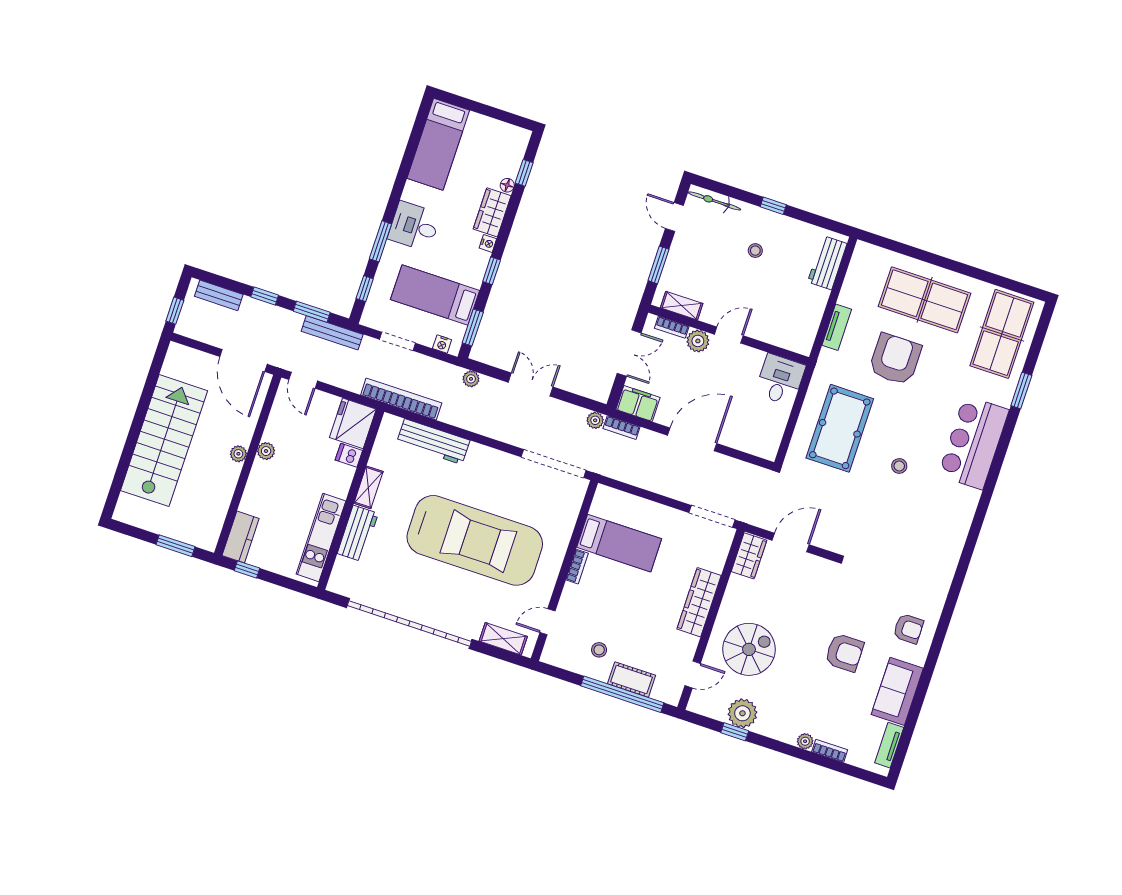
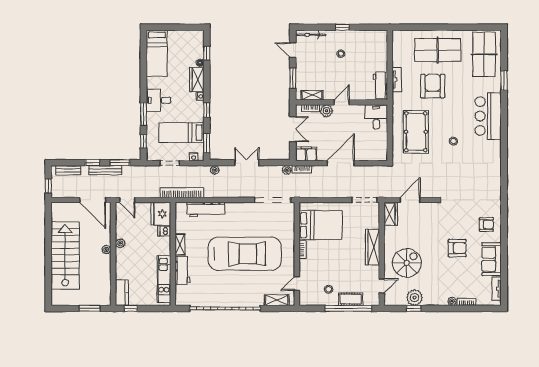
workbench: (827, 263) -> (381, 85), moved
bench: (332, 333) -> (105, 170), moved
bed: (619, 543) -> (321, 225), width x1.50

